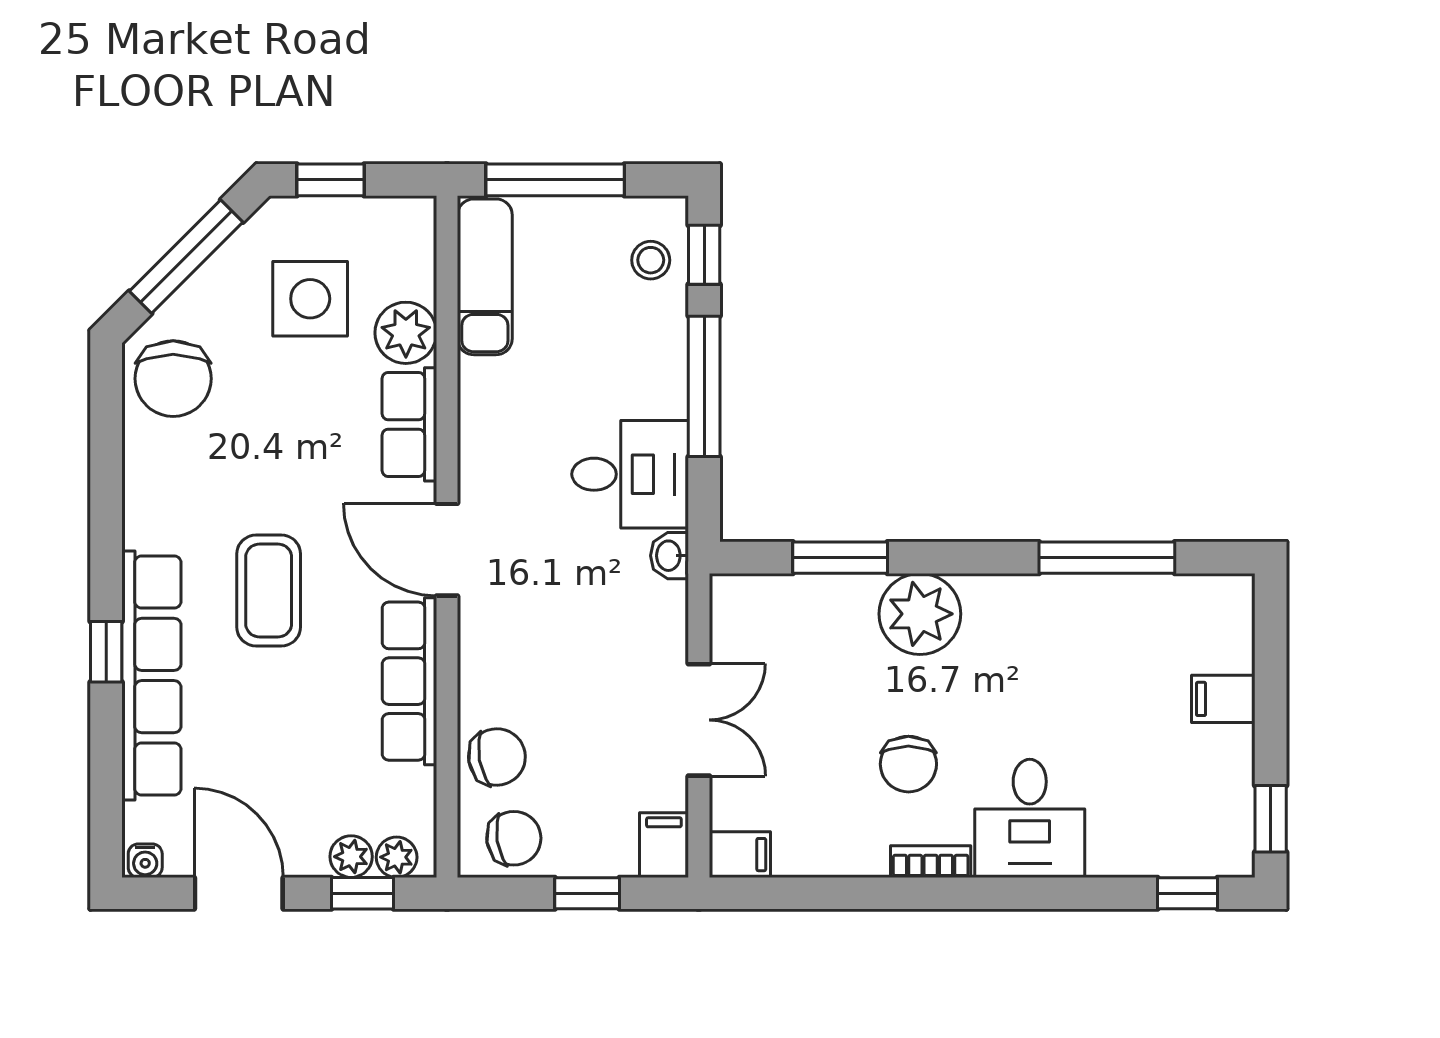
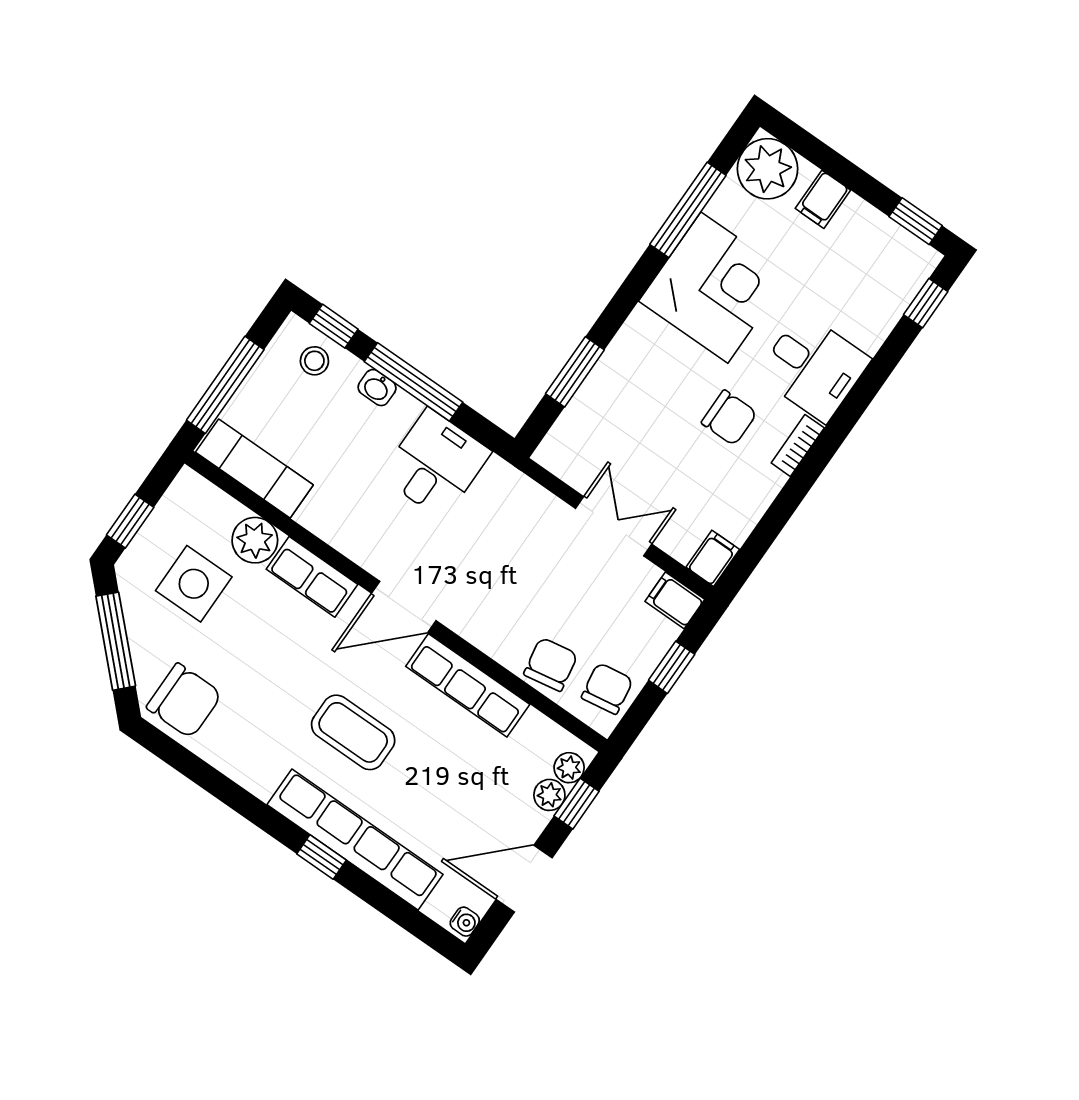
washbasin: (669, 556) -> (377, 388), moved
plant: (920, 614) -> (767, 169), moved
corner desk: (1041, 647) -> (714, 288), added

